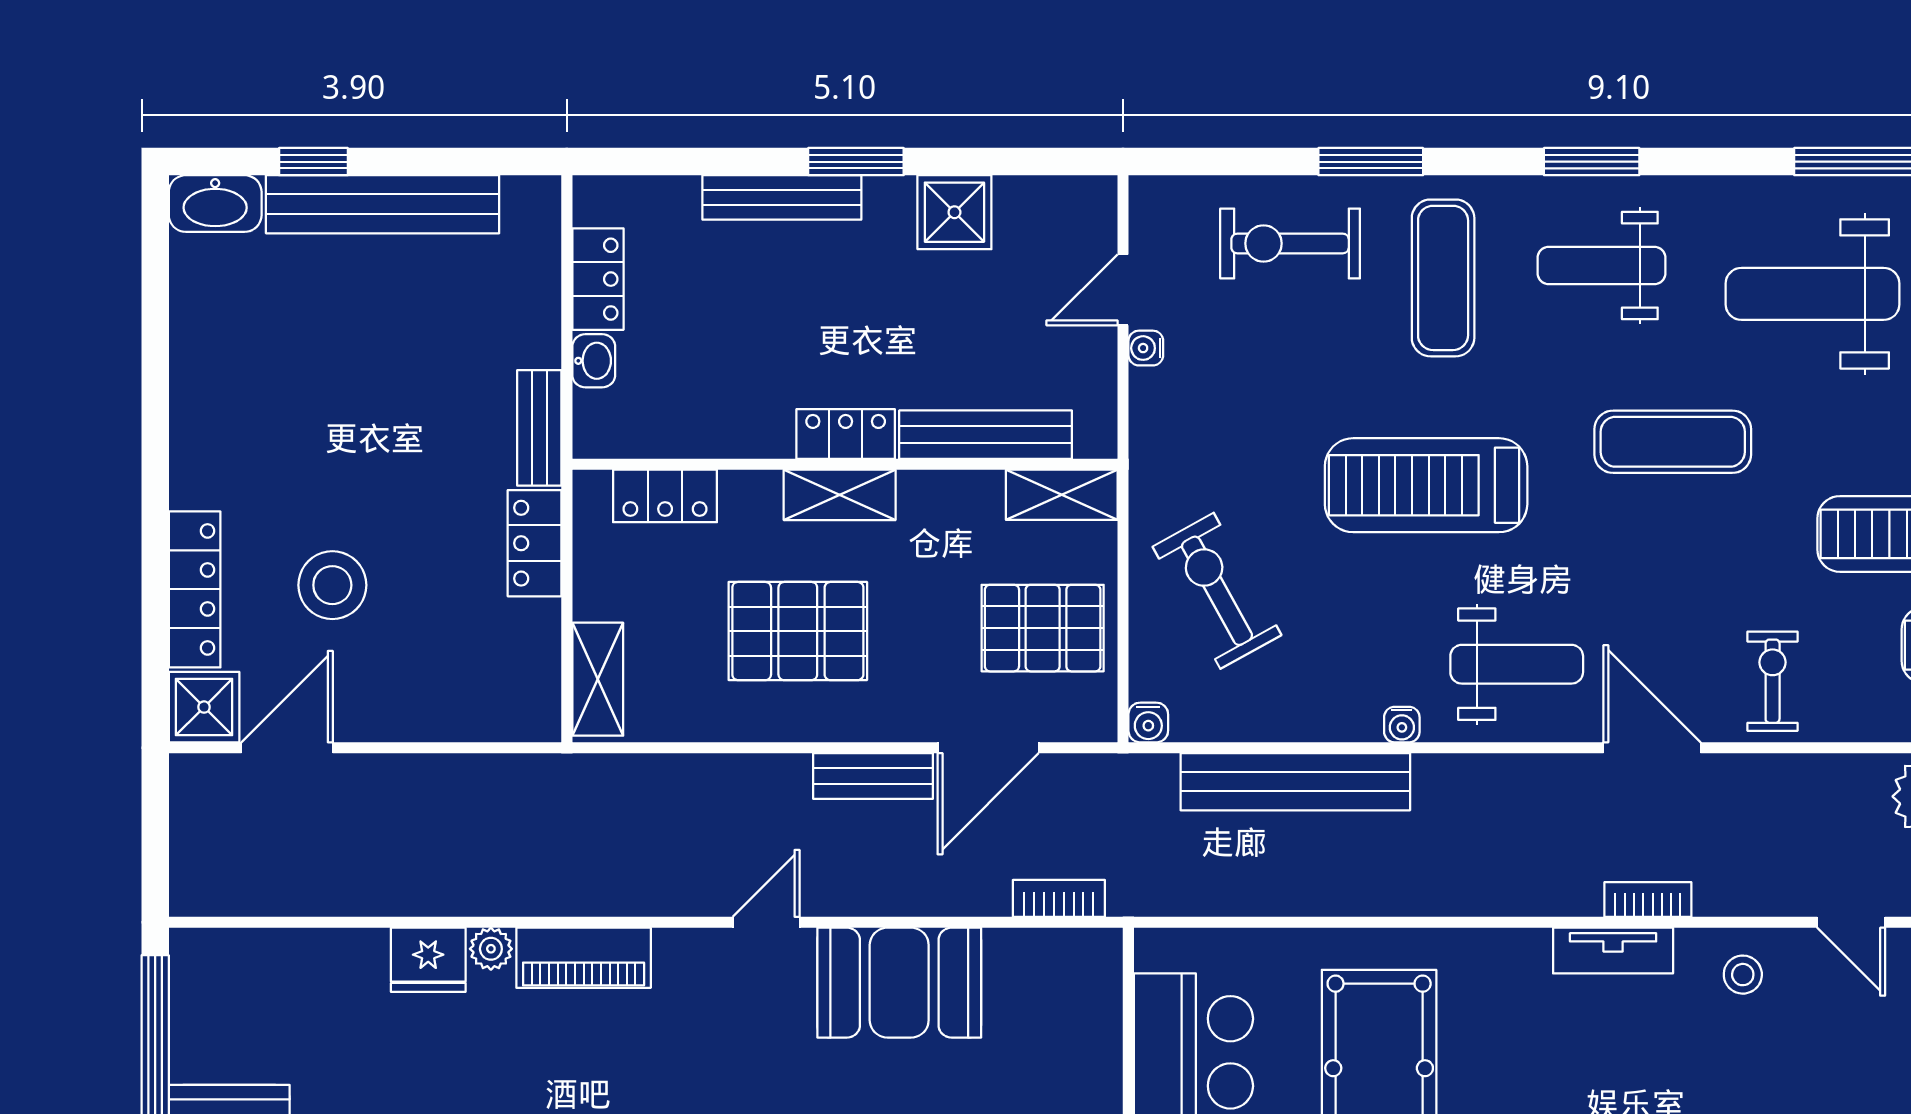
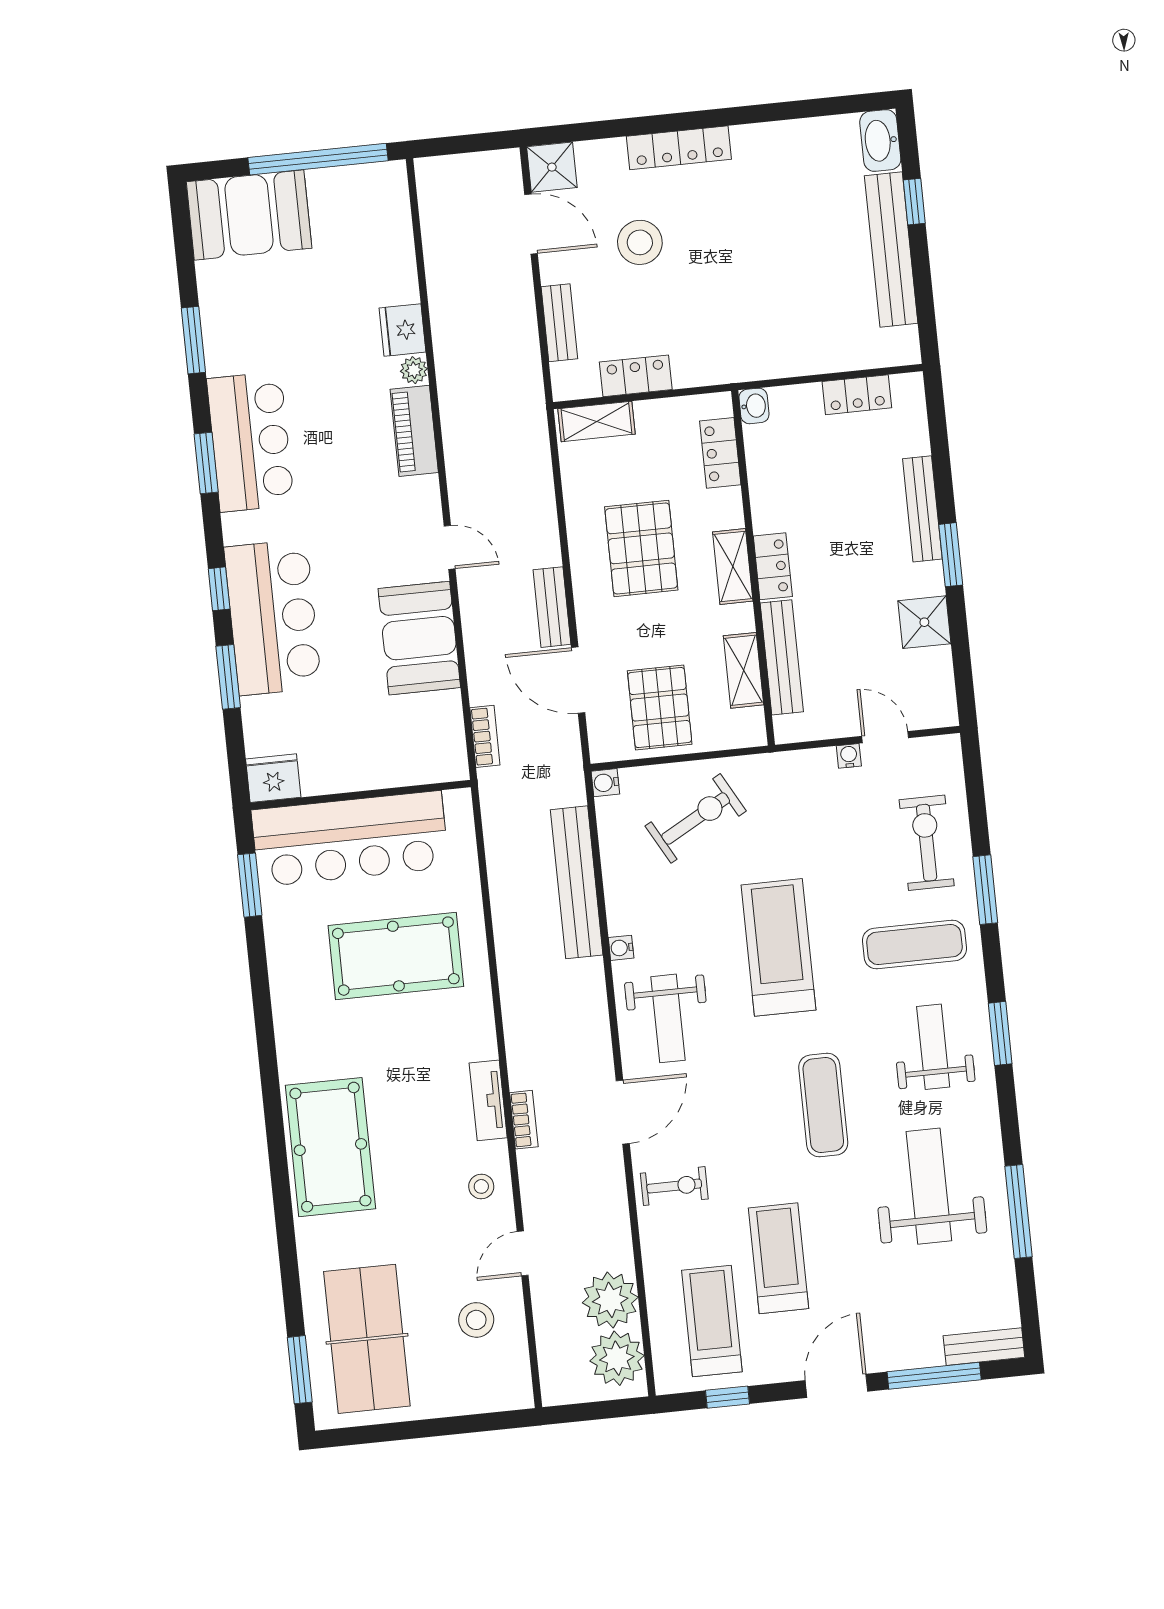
washbasin: (594, 361) -> (754, 406), moved, turned -90
bench: (539, 428) -> (559, 323), moved, turned 90
shelving: (1062, 495) -> (743, 670), moved
locker: (535, 543) -> (636, 376), moved
locker: (195, 589) -> (679, 148), moved

